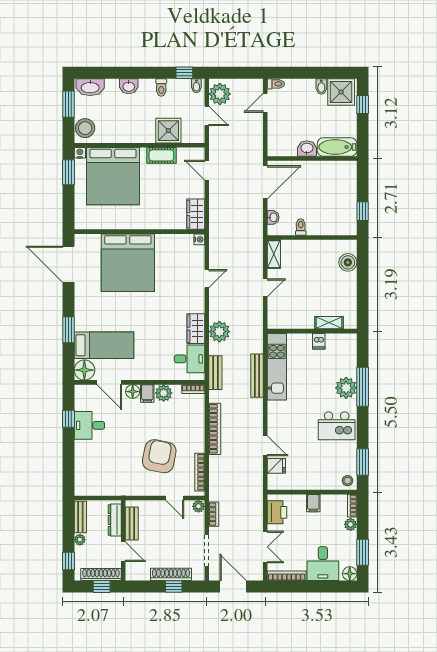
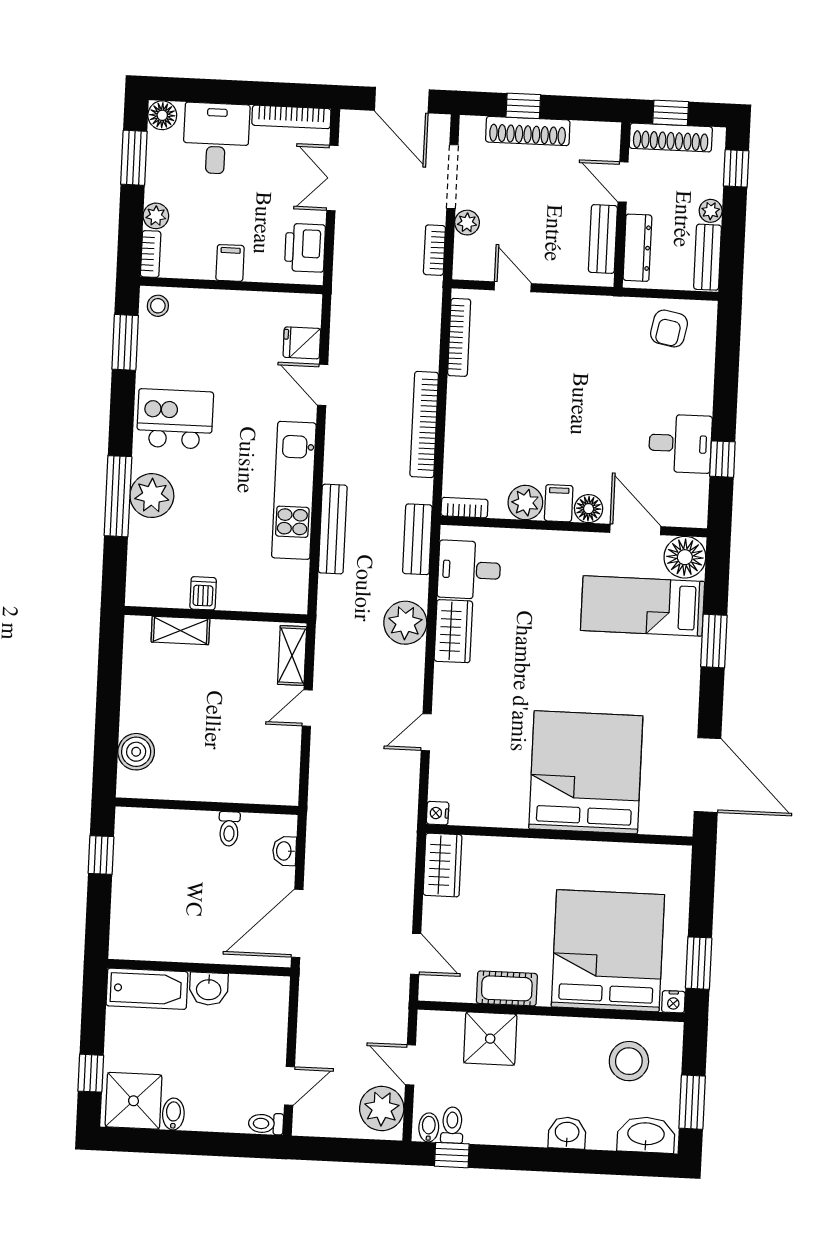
toilet: (161, 87) -> (452, 1125), moved
stool: (85, 128) -> (629, 1061), moved
shelving: (274, 254) -> (292, 656), moved
kitchen unit: (277, 367) -> (294, 490), moved
armchair: (159, 456) -> (669, 329), moved, width x0.53, depth x0.53
plant: (198, 506) -> (467, 223), moved

